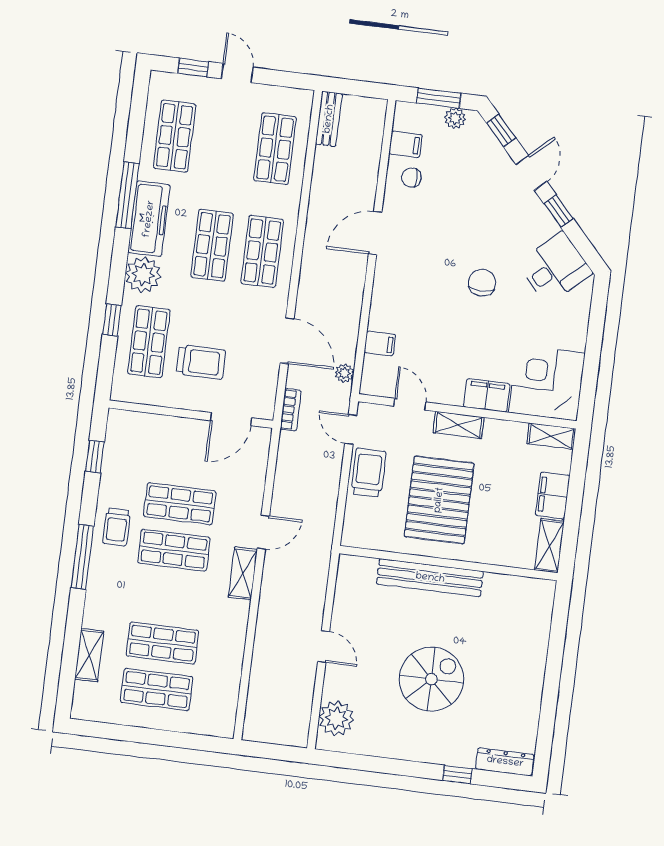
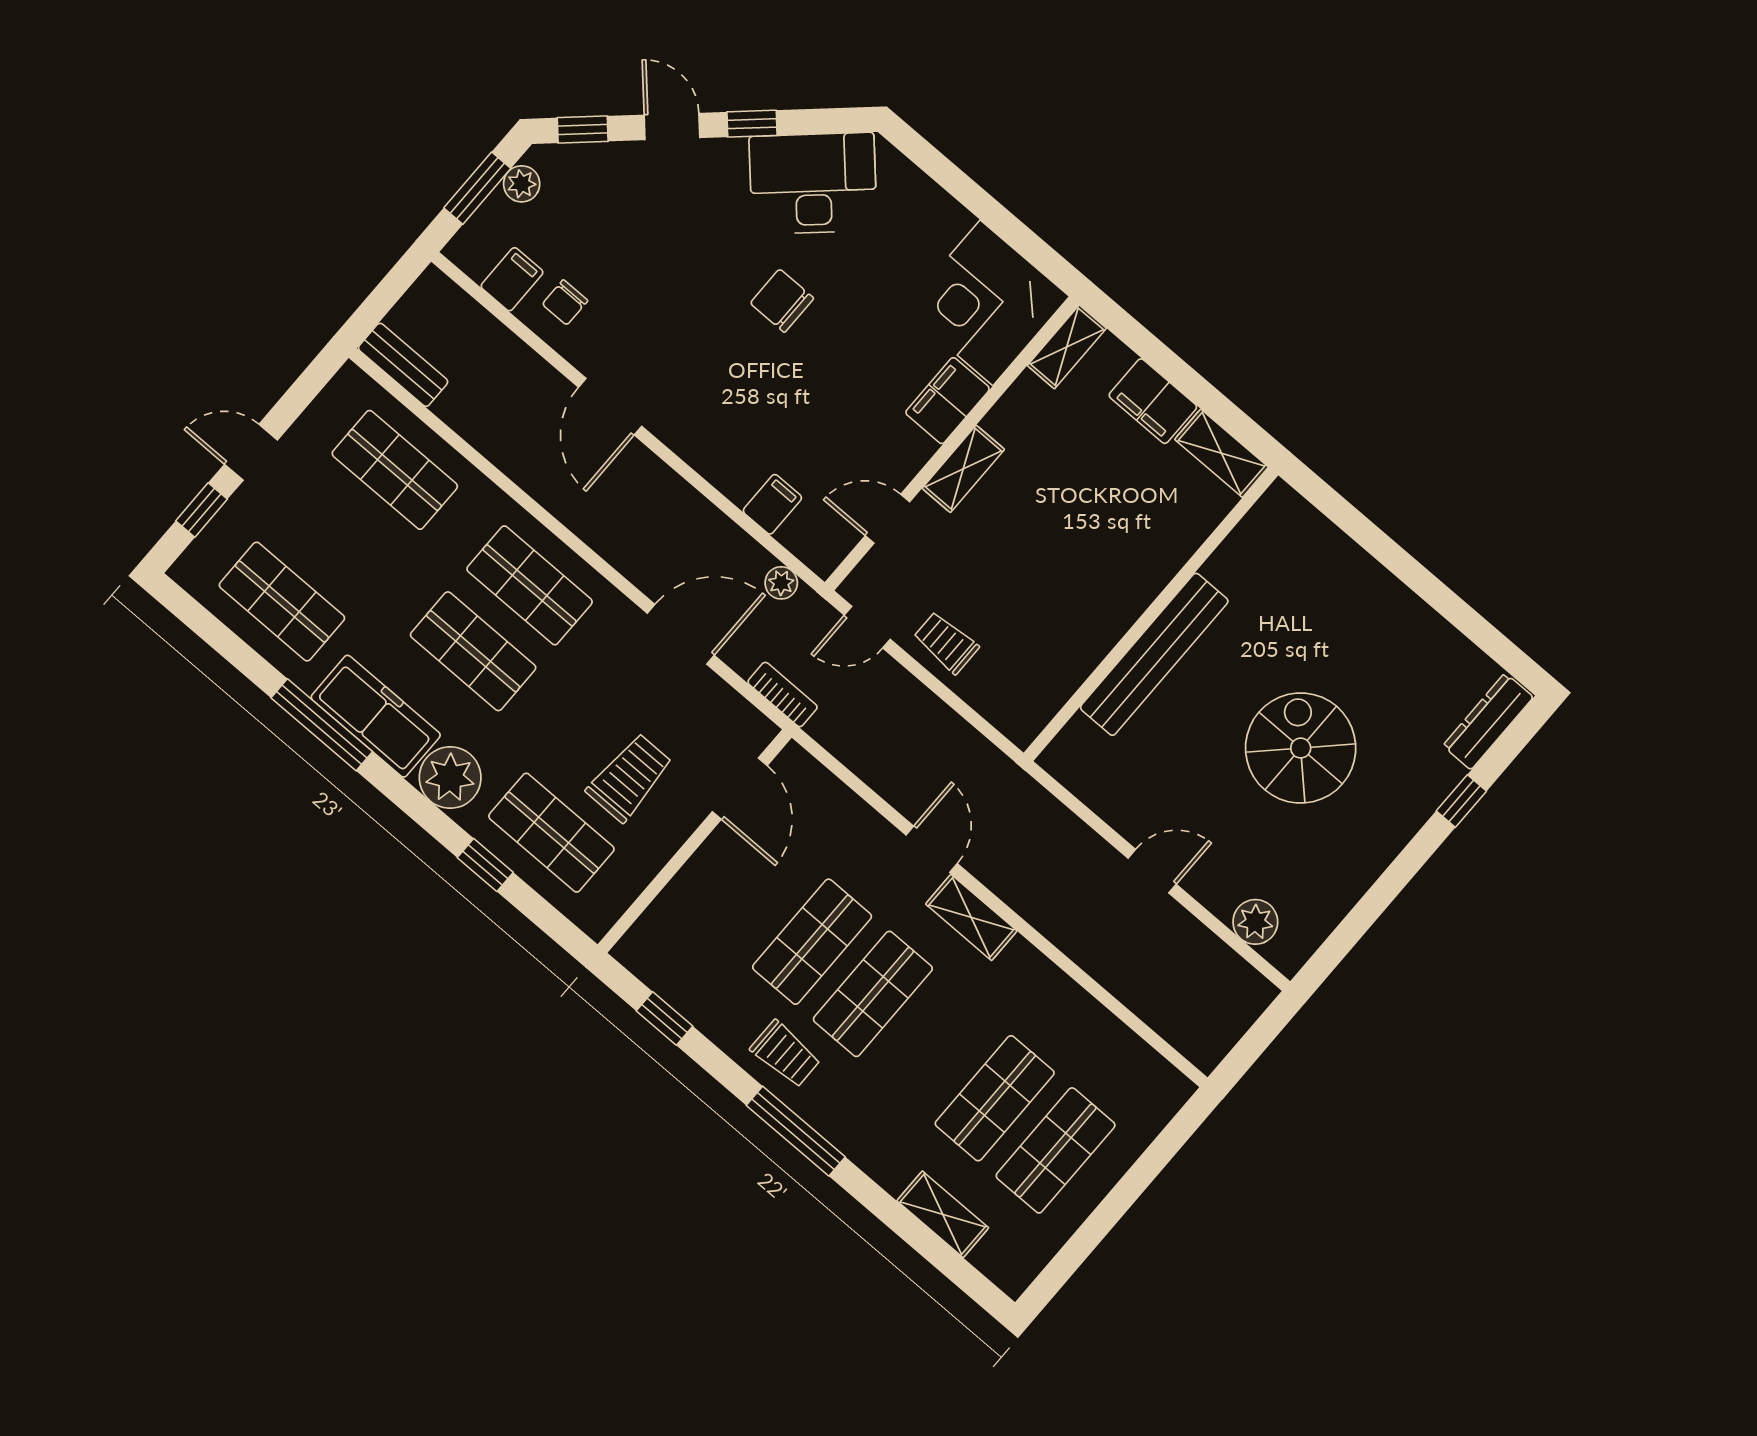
desk: (555, 268) -> (813, 183), width x1.37
trolley: (369, 473) -> (946, 643), width x0.73, depth x0.72
pallet: (439, 500) -> (1052, 567), removed
plant: (336, 718) -> (1255, 922), width x0.73, depth x0.73

